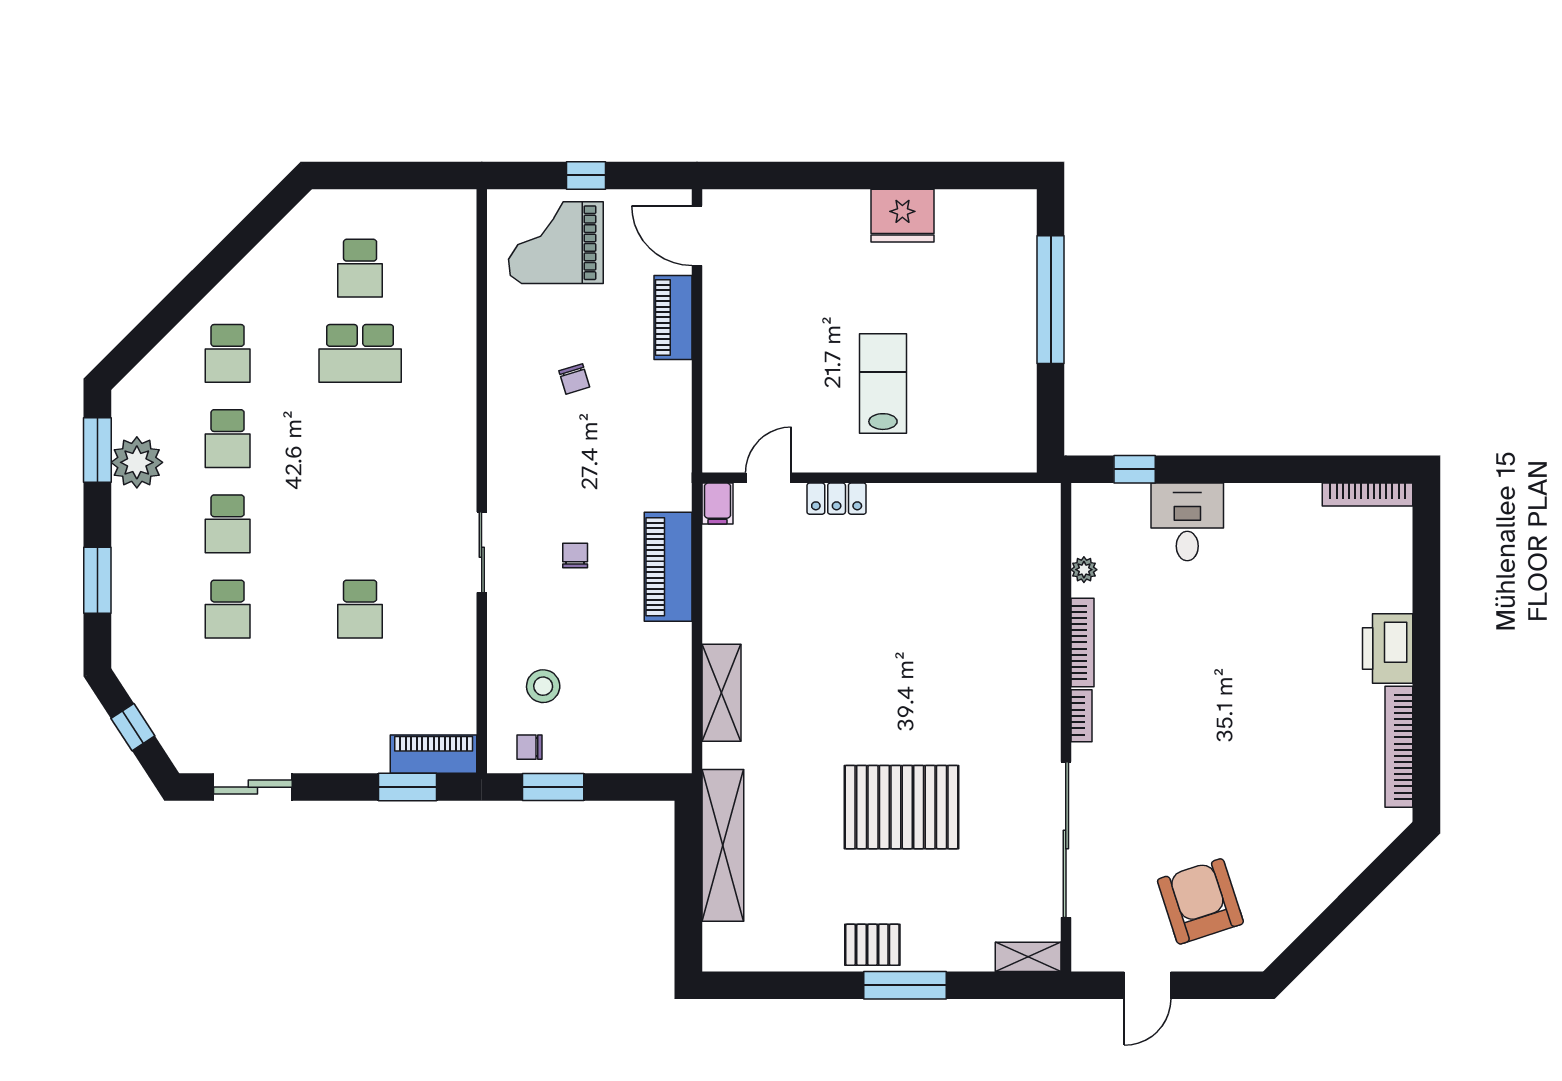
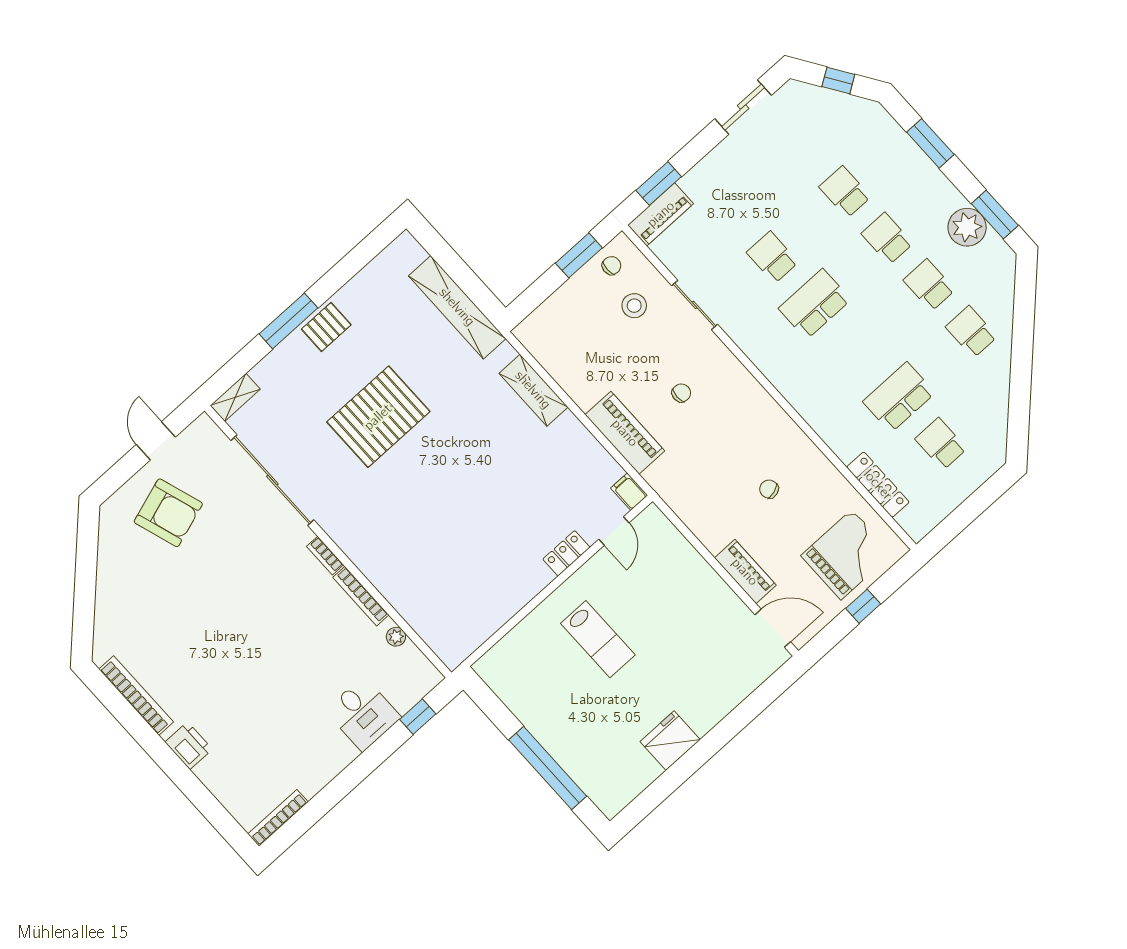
locker: (461, 284) -> (878, 485), added
school desk: (360, 524) -> (815, 304), added
sliding door: (482, 552) -> (695, 305), moved
chair: (575, 555) -> (681, 393), turned -90
printer: (1388, 648) -> (189, 746), width x0.73, depth x0.84

